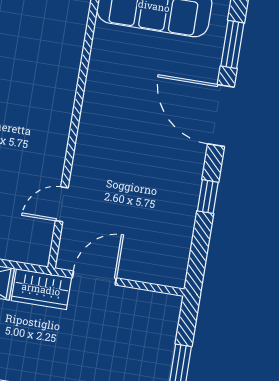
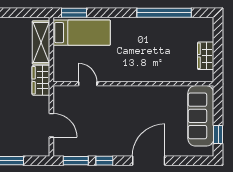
window: (232, 44) -> (76, 161), moved
door: (94, 278) -> (51, 125), moved

